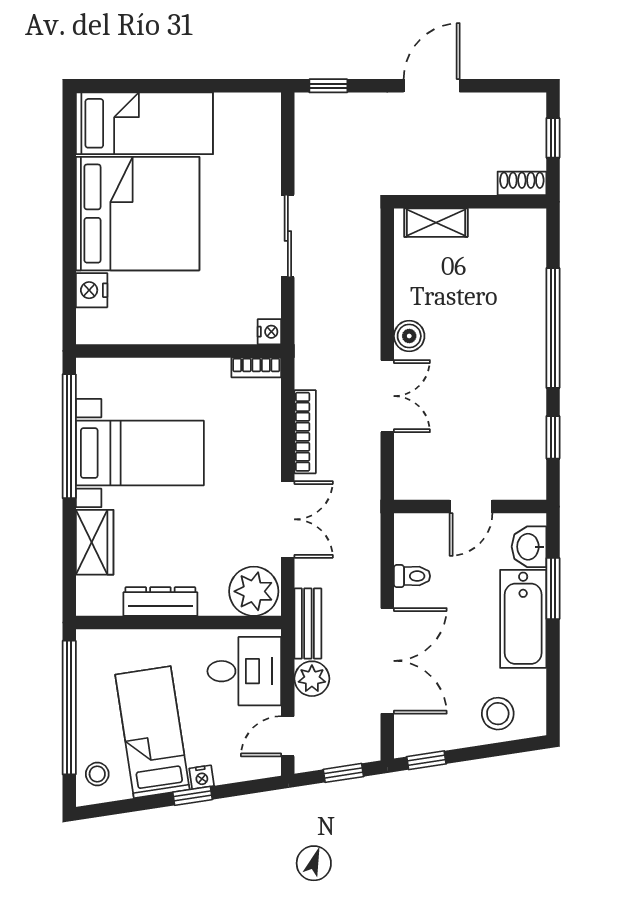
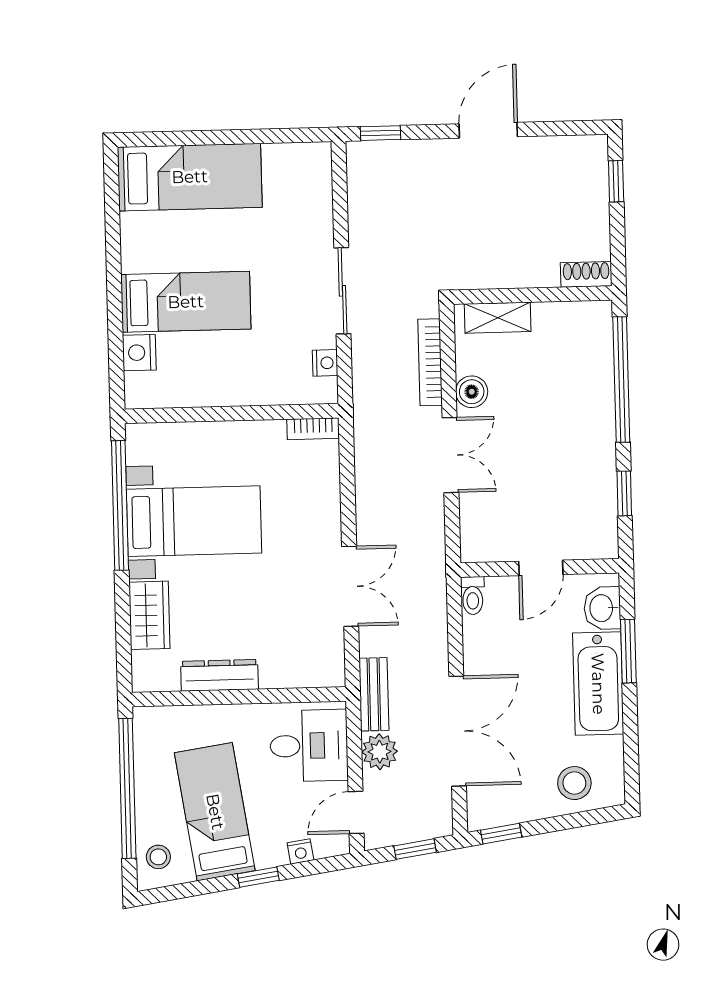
shoe rack: (522, 183) -> (586, 274), moved
wall: (470, 202) -> (533, 295), moved
bed: (138, 214) -> (186, 302), width x0.49
shelving: (436, 223) -> (498, 318), moved
nightstand: (269, 332) -> (325, 363), moved
bookcase: (305, 432) -> (430, 362), moved, turned 180
toilet: (412, 576) -> (473, 596), moved, turned 90
plant: (254, 591) -> (317, 662), removed
nightstand: (202, 777) -> (300, 851), moved

